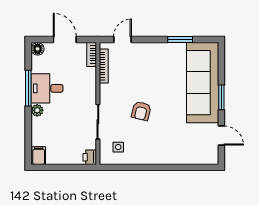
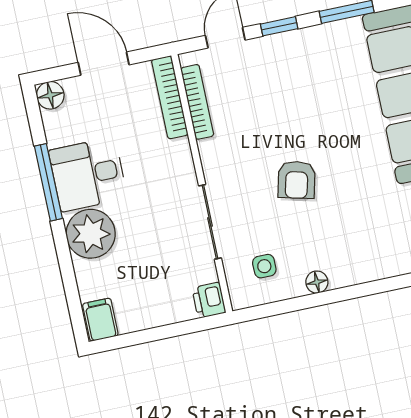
window: (148, 40) -> (279, 26), added
bookcase: (92, 55) -> (170, 97), width x1.56
plant: (37, 110) -> (91, 234), width x1.87, depth x1.87
floor lamp: (141, 159) -> (317, 282), added

